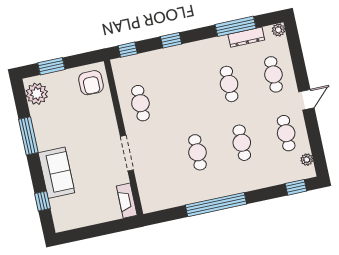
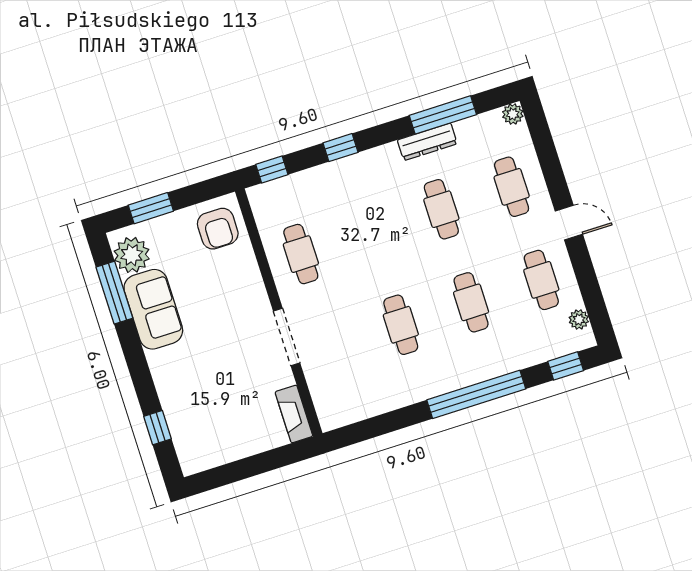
dresser: (246, 37) -> (427, 142), moved
door: (306, 100) -> (569, 223), hinge flipped
window: (28, 136) -> (114, 293), moved
sofa: (56, 173) -> (153, 309), moved
window: (216, 205) -> (476, 394), moved

